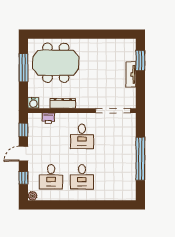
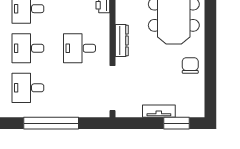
chair: (95, 50) -> (190, 66), added
dresser: (63, 103) -> (122, 40), moved
desk: (113, 177) -> (28, 88), added

